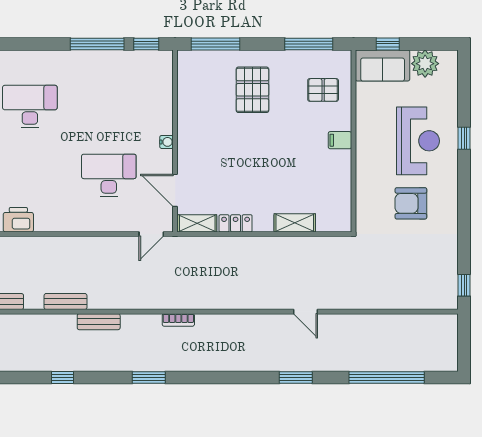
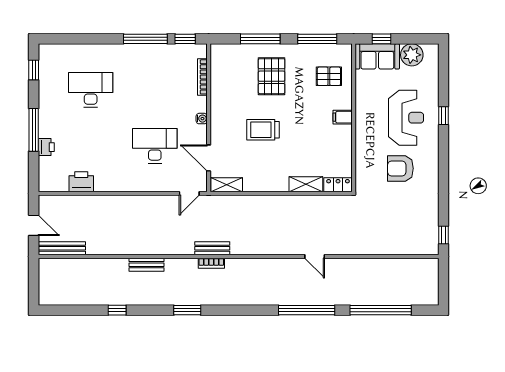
window: (216, 44) -> (260, 39), moved
bookcase: (167, 91) -> (202, 77), added
trolley: (242, 156) -> (263, 130), added
locker: (236, 223) -> (338, 185), moved
bench: (65, 302) -> (212, 248), moved
window: (296, 378) -> (307, 310), width x2.11

